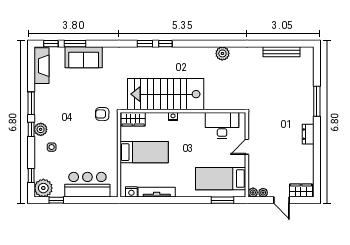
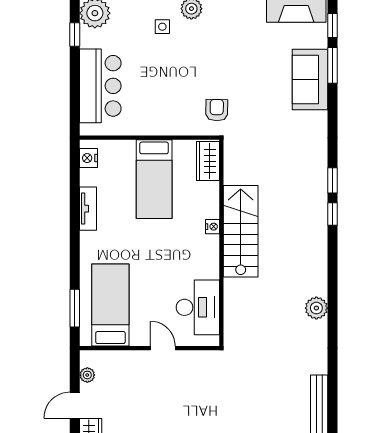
stairs: (166, 94) -> (241, 231), width x0.73, depth x0.66
tv unit: (157, 192) -> (88, 209), width x0.71
plant: (253, 192) -> (88, 358), removed

